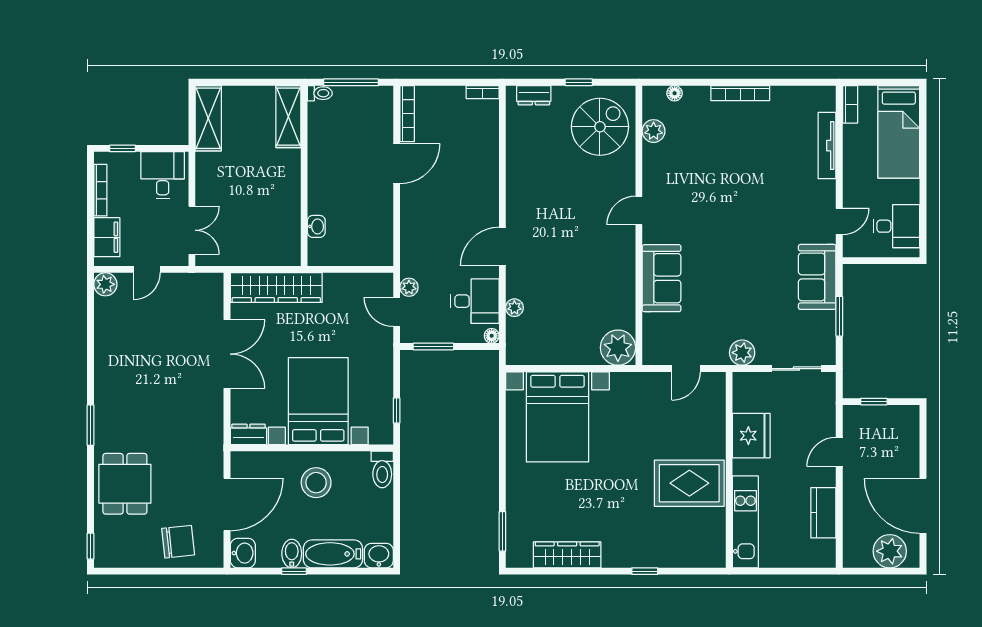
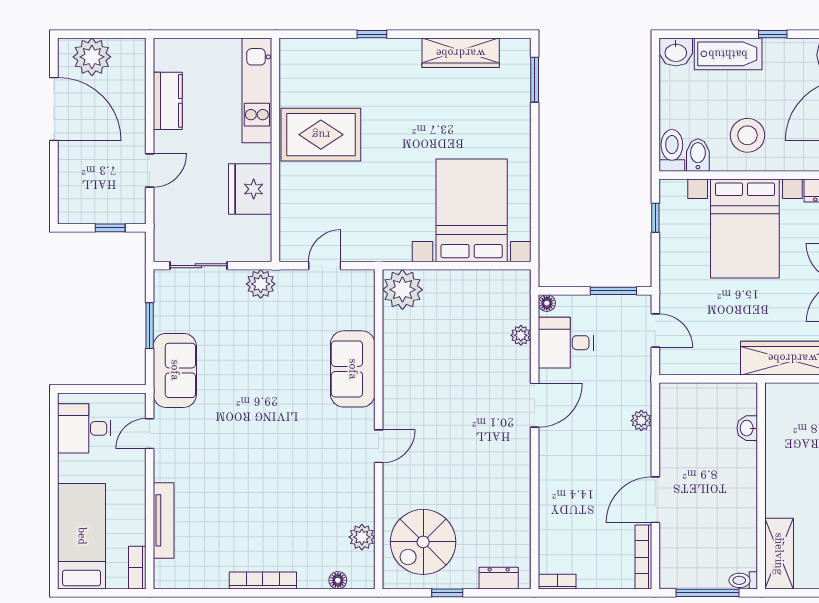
plant: (409, 287) -> (641, 421), moved
bidet: (292, 554) -> (698, 155), moved, turned 180

